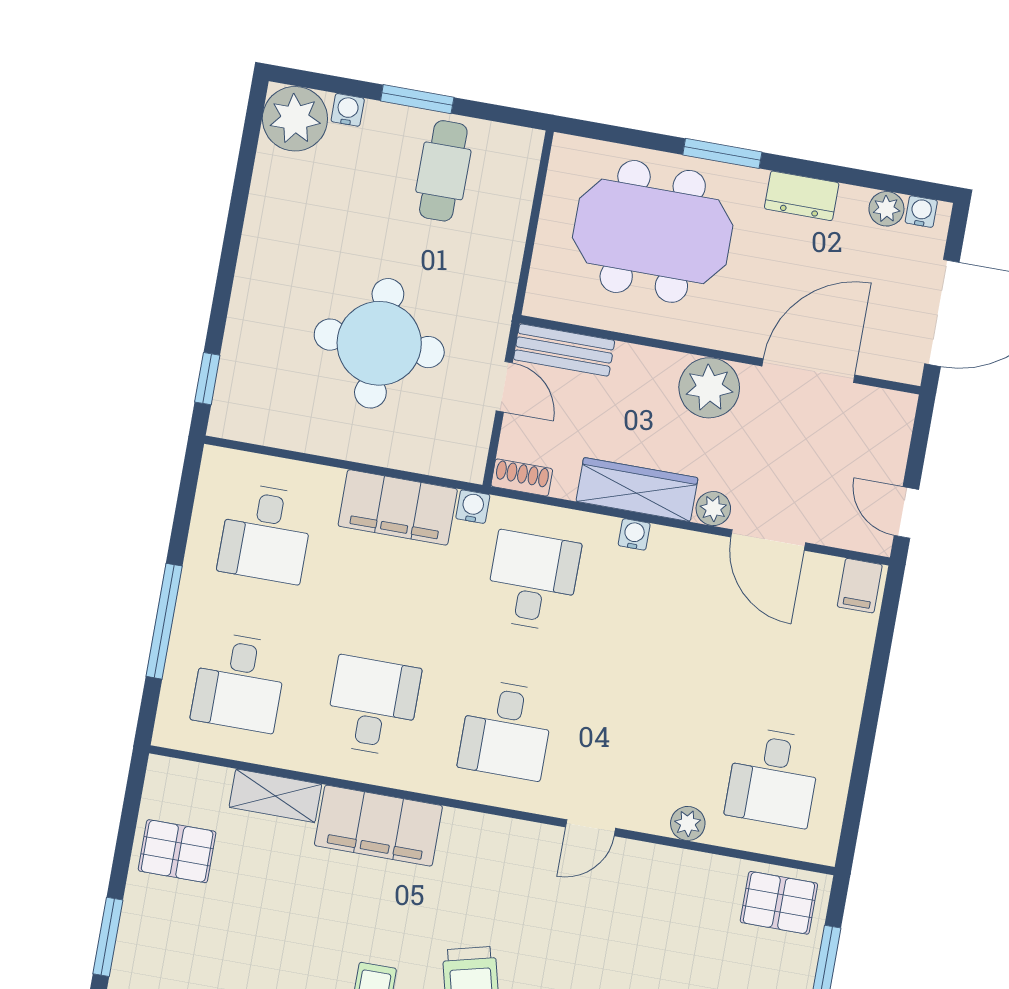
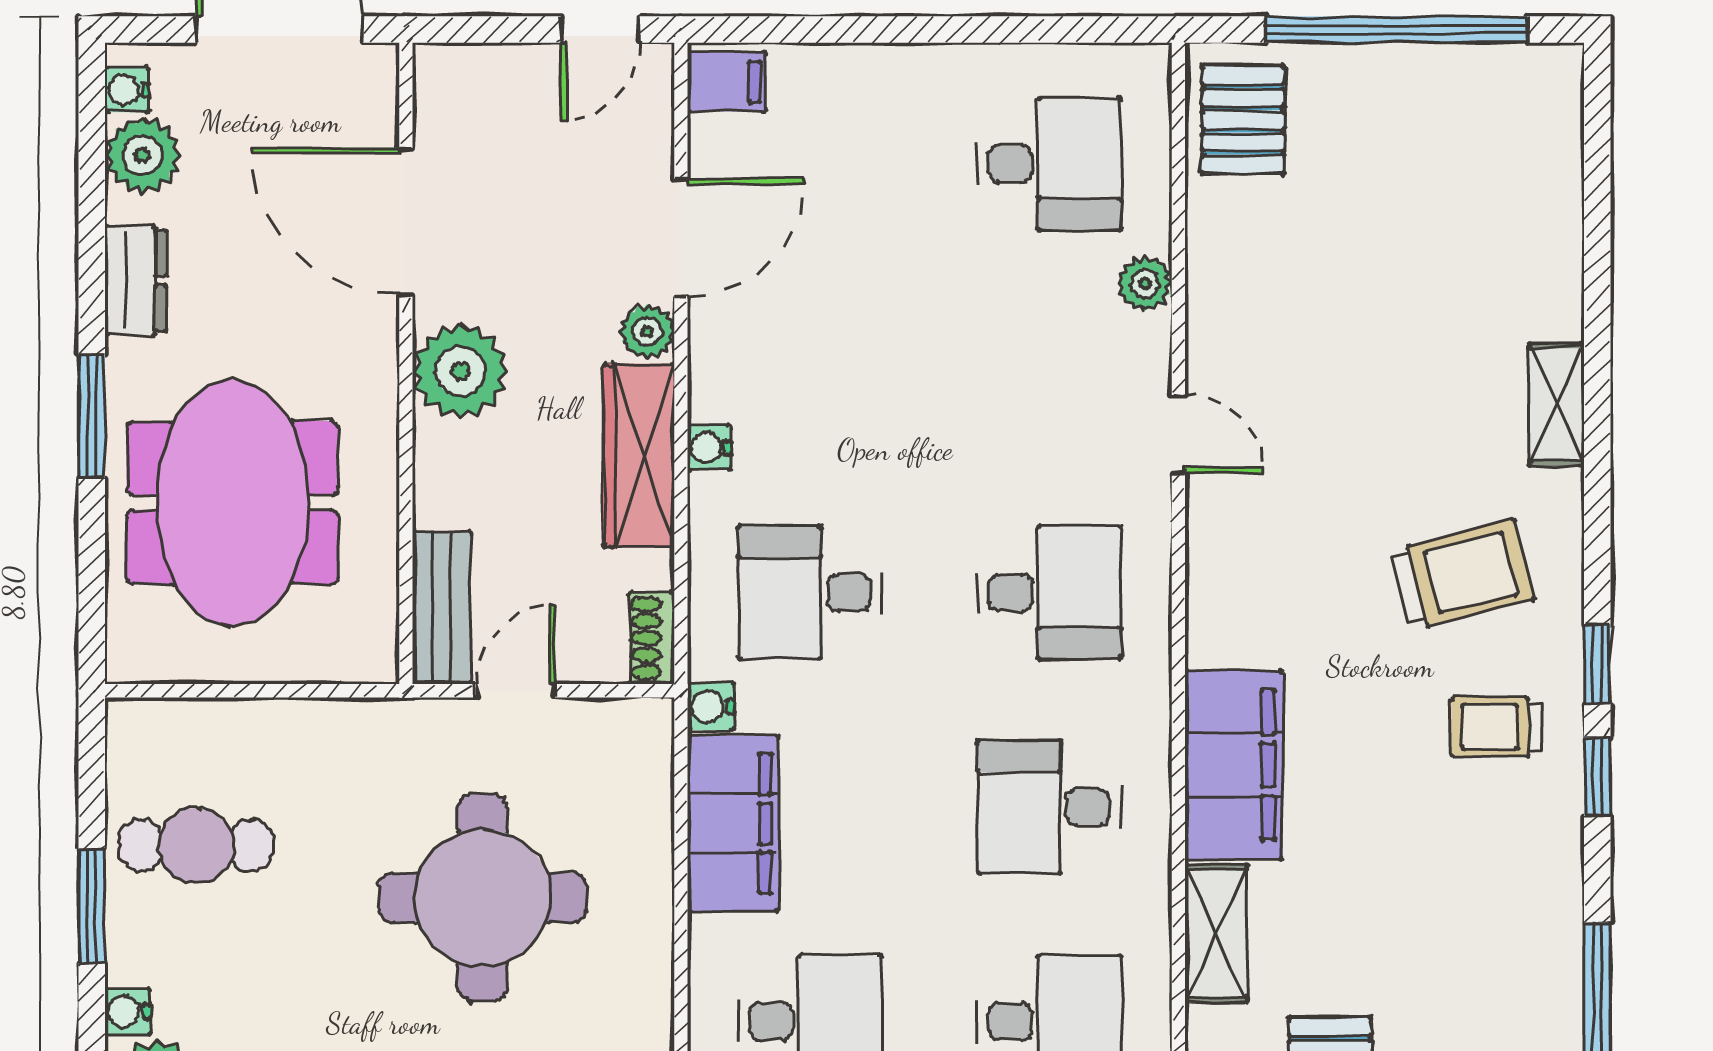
plant: (886, 209) -> (143, 155), width x1.38, depth x1.38

